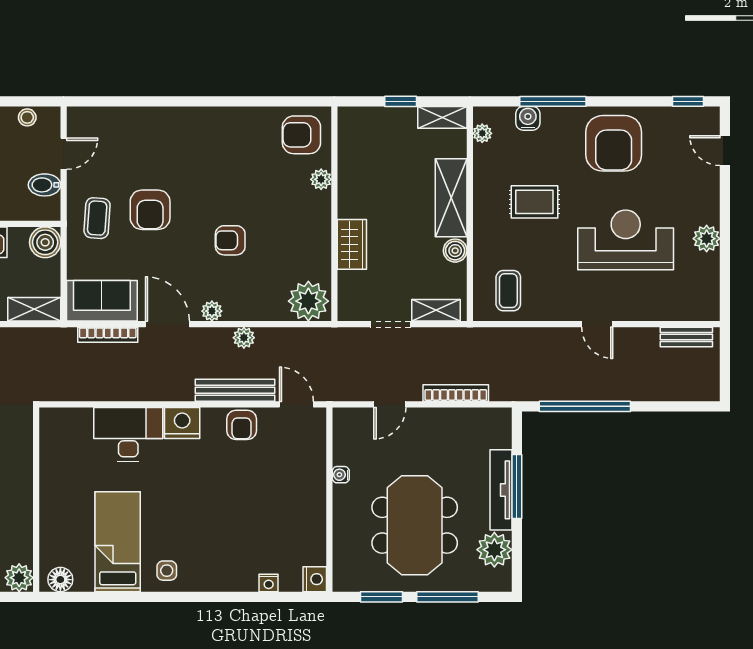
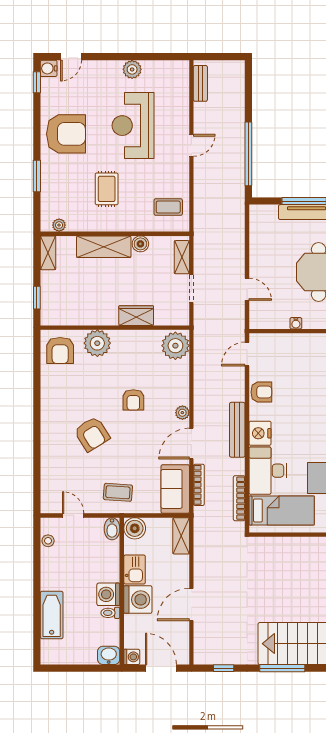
window: (401, 101) -> (37, 298), moved
window: (553, 101) -> (37, 176), width x0.69
water cooler: (528, 118) -> (49, 68), moved
plant: (321, 179) -> (97, 343), width x1.88, depth x1.88
bidet: (45, 185) -> (112, 529), moved
armchair: (150, 210) -> (92, 434), moved, turned 58
plant: (244, 338) -> (201, 390), removed
bench: (235, 390) -> (237, 430), moved
bookcase: (456, 393) -> (239, 498), moved
bed: (71, 454) -> (282, 510), added

